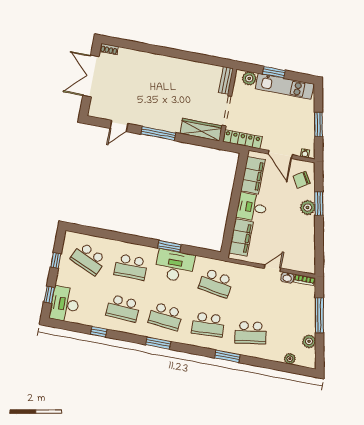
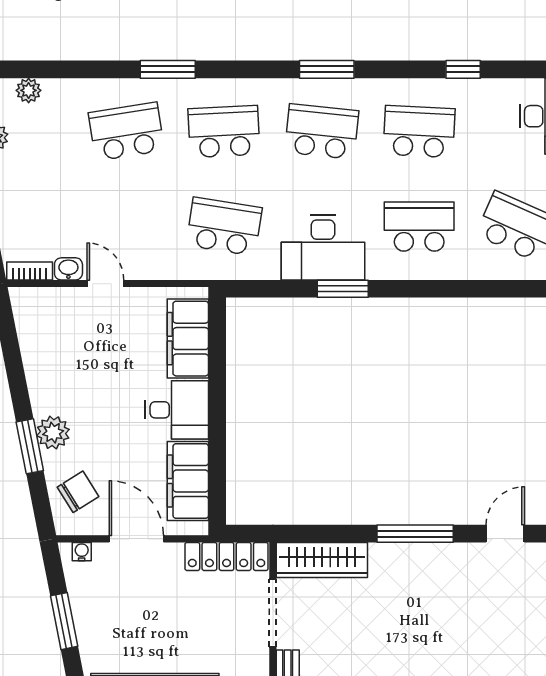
door: (272, 268) -> (105, 284), swing flipped

